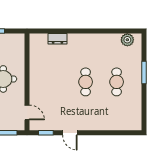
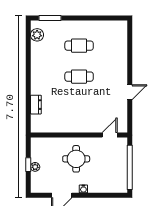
window: (144, 73) -> (50, 18), moved
window: (46, 133) -> (130, 116), removed

